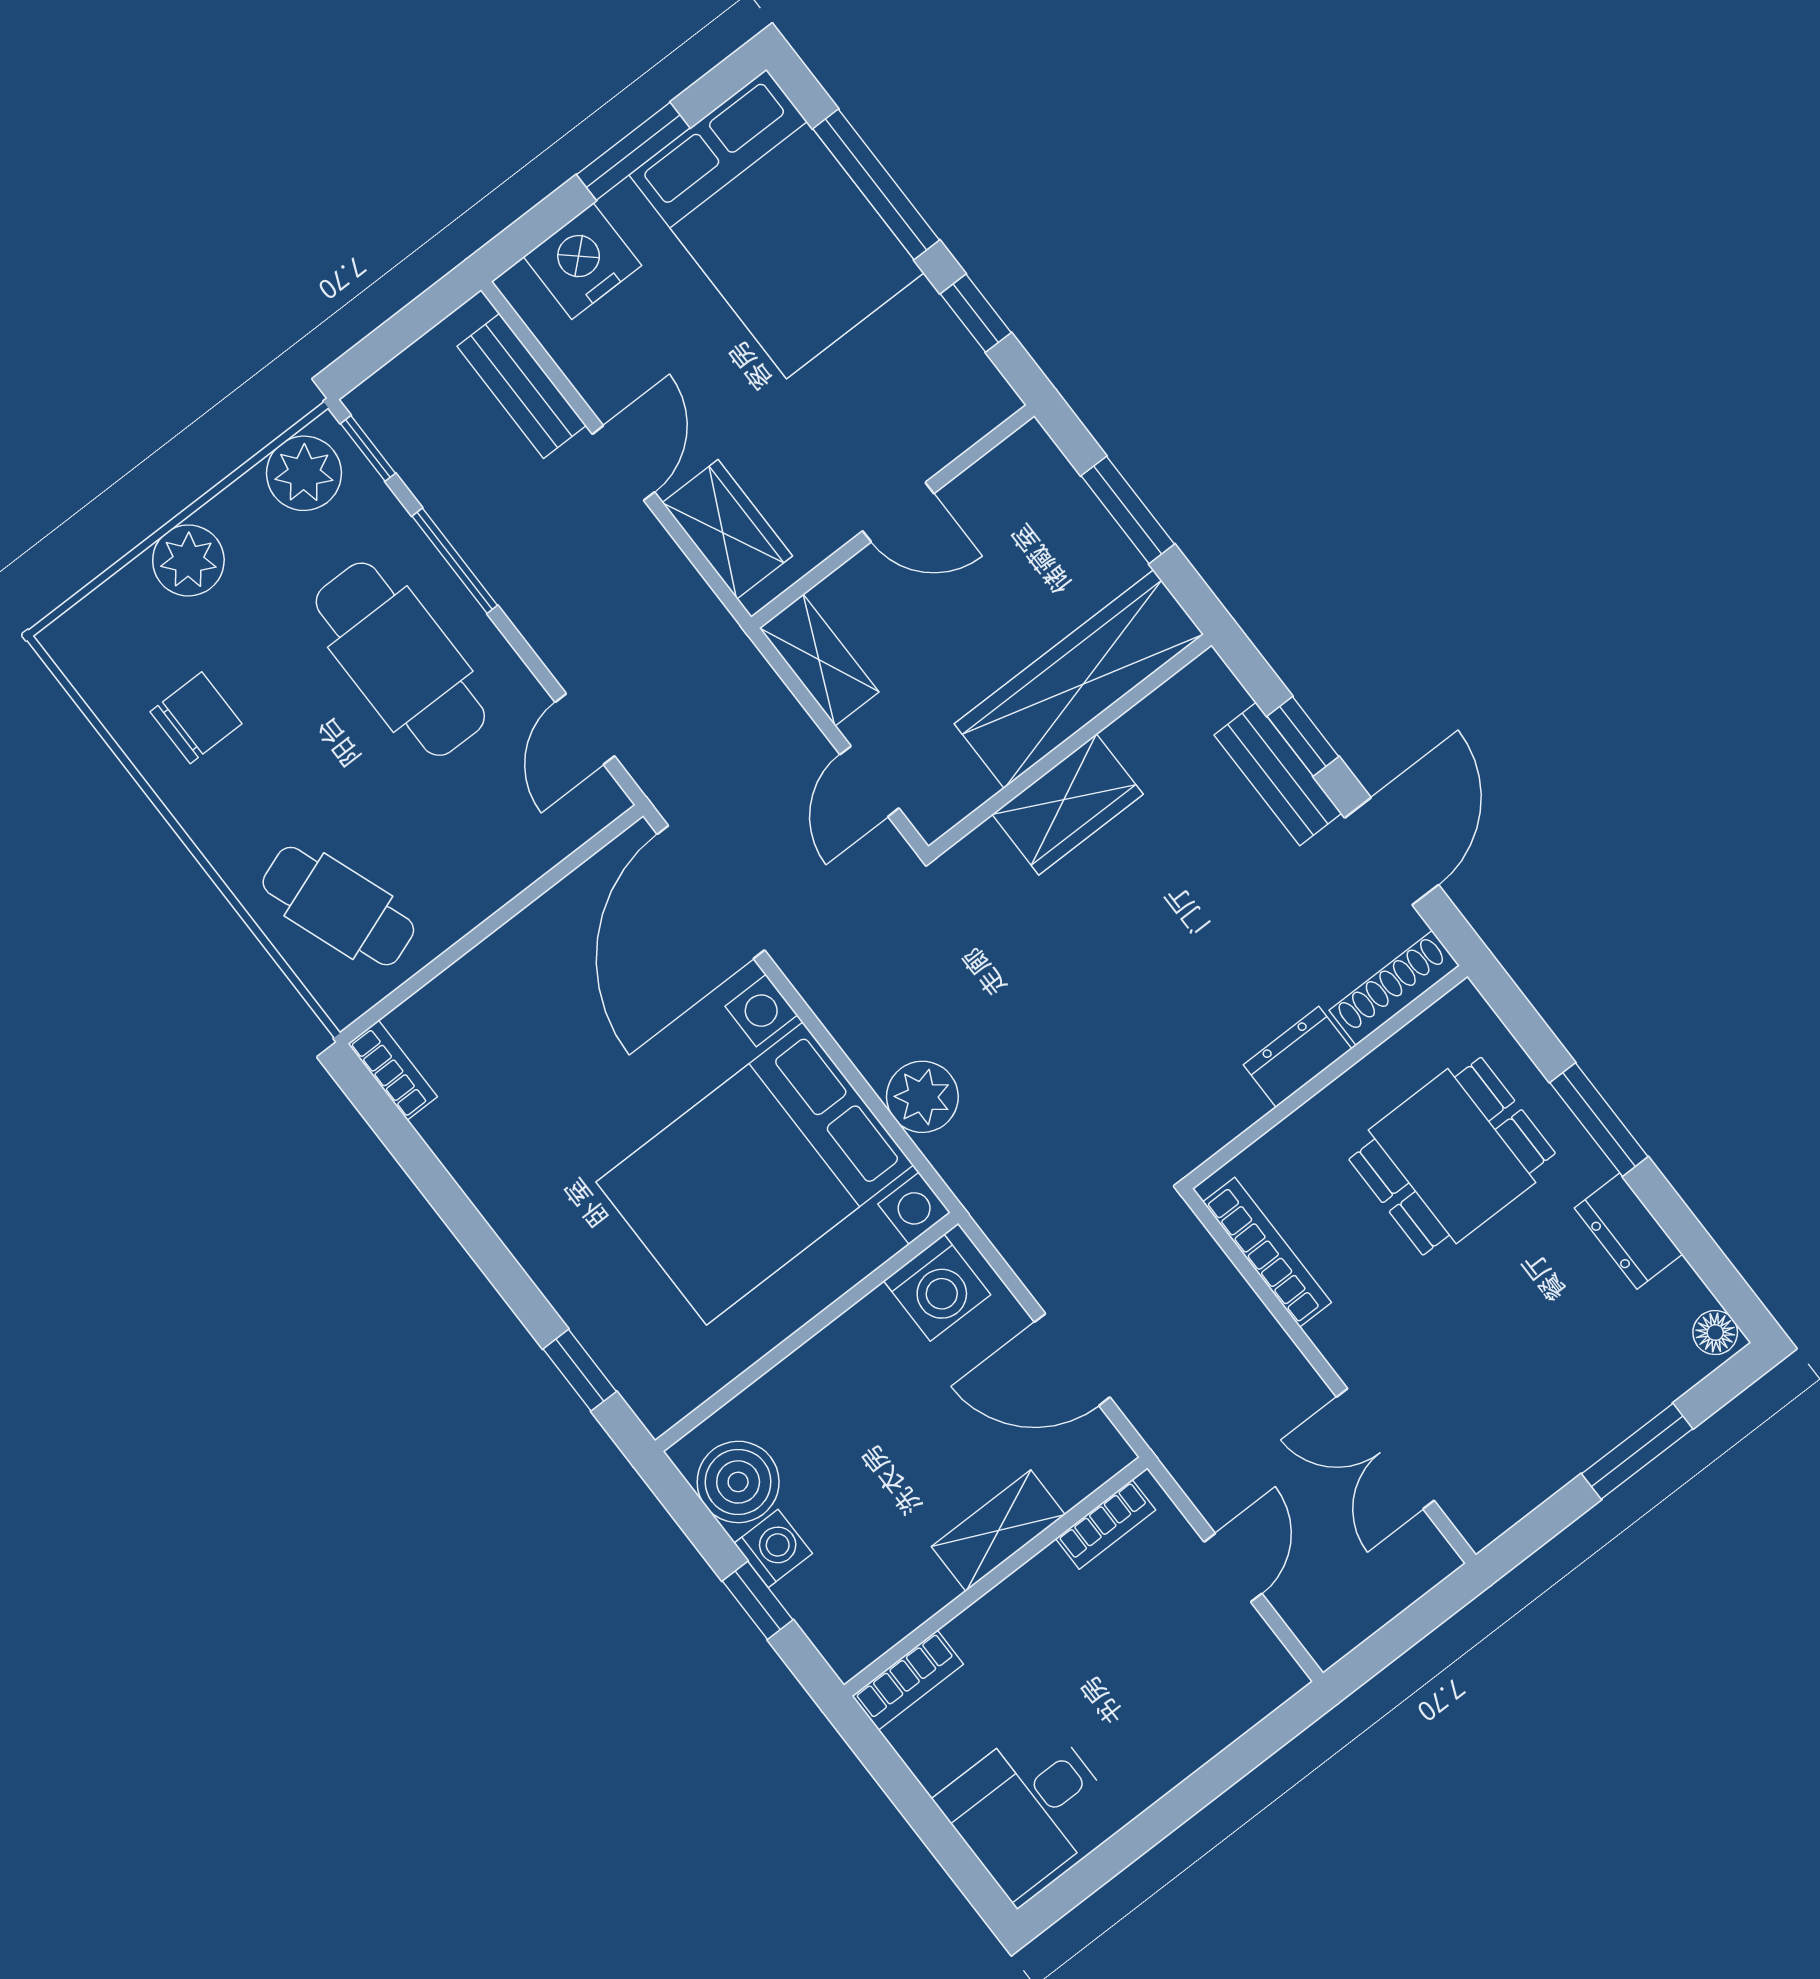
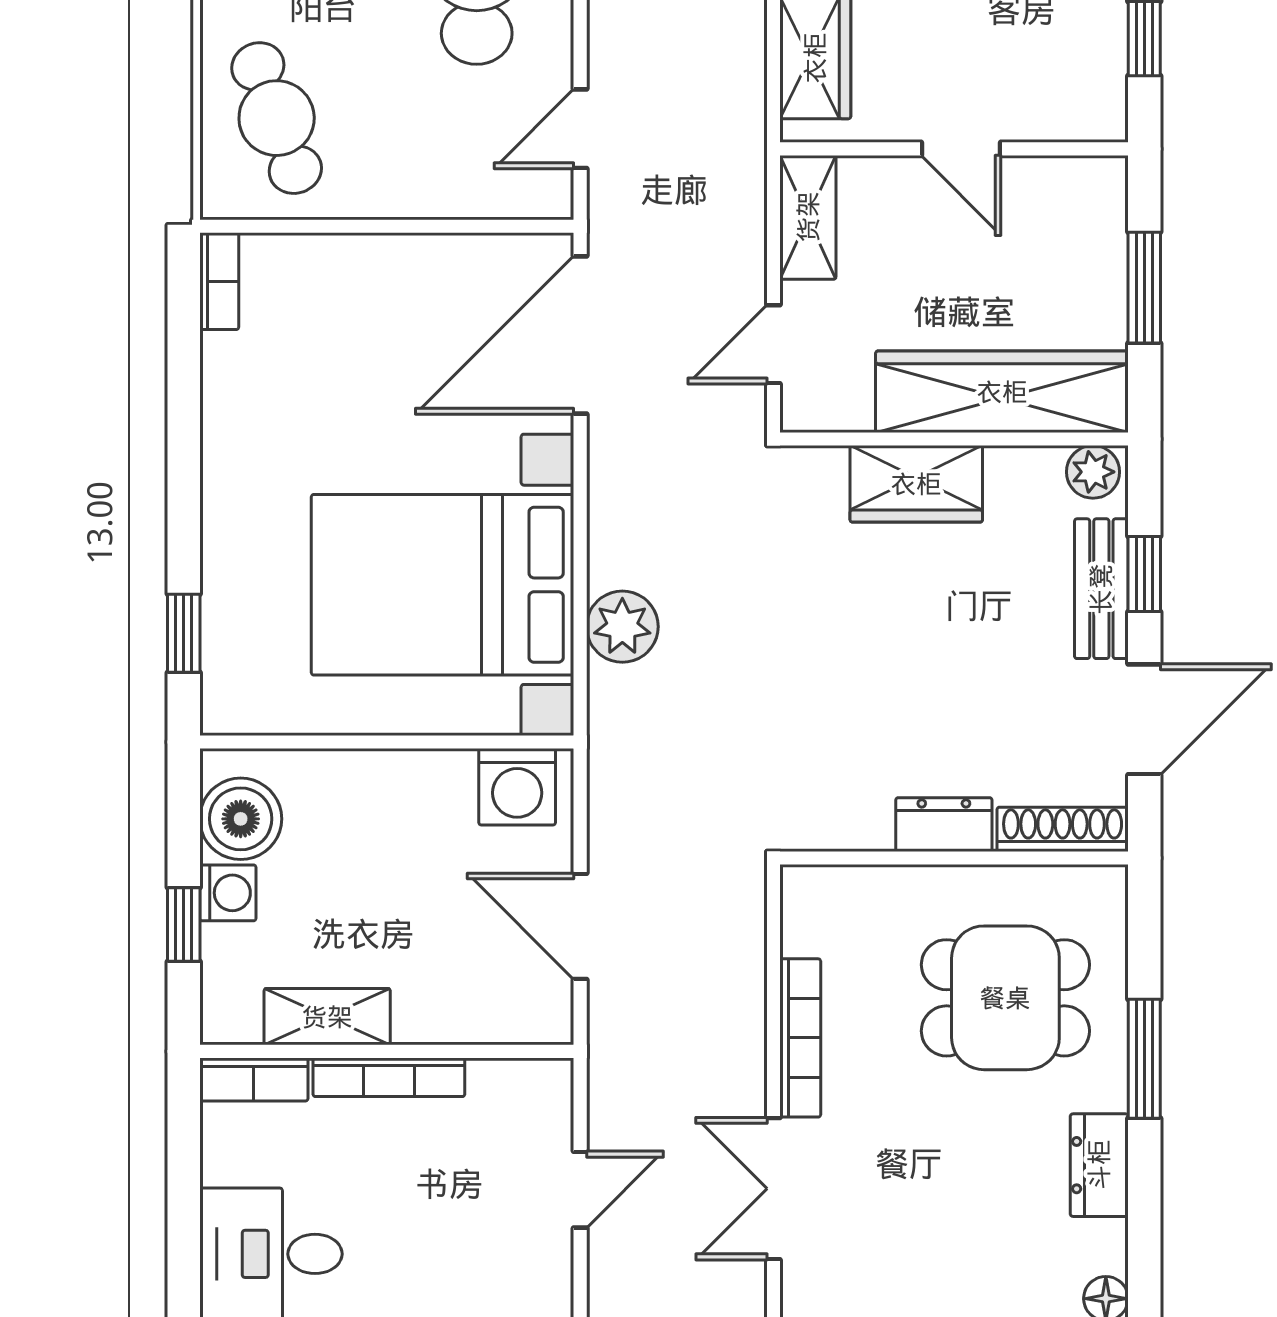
plant: (1200, 687) -> (1093, 472), added
bookcase: (1267, 1252) -> (800, 1038), moved
bookcase: (1106, 1524) -> (389, 1077), moved, width x1.56
shelving: (998, 1531) -> (327, 1017), moved

